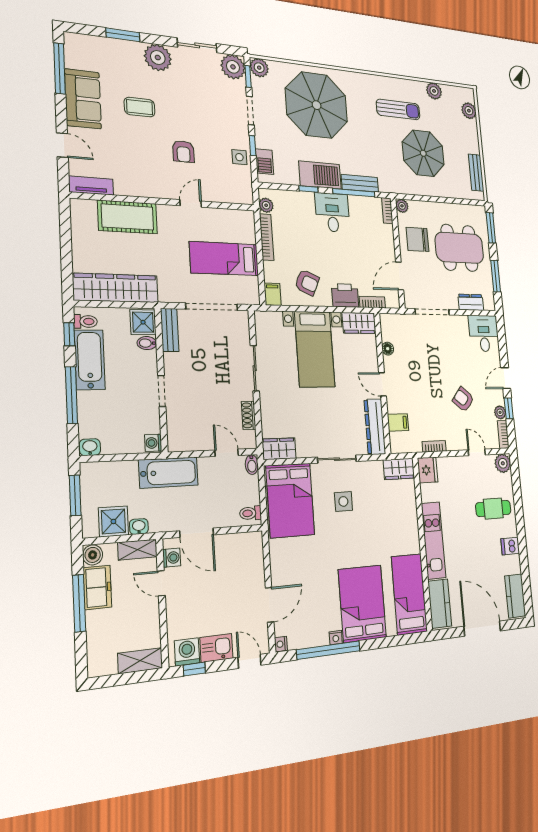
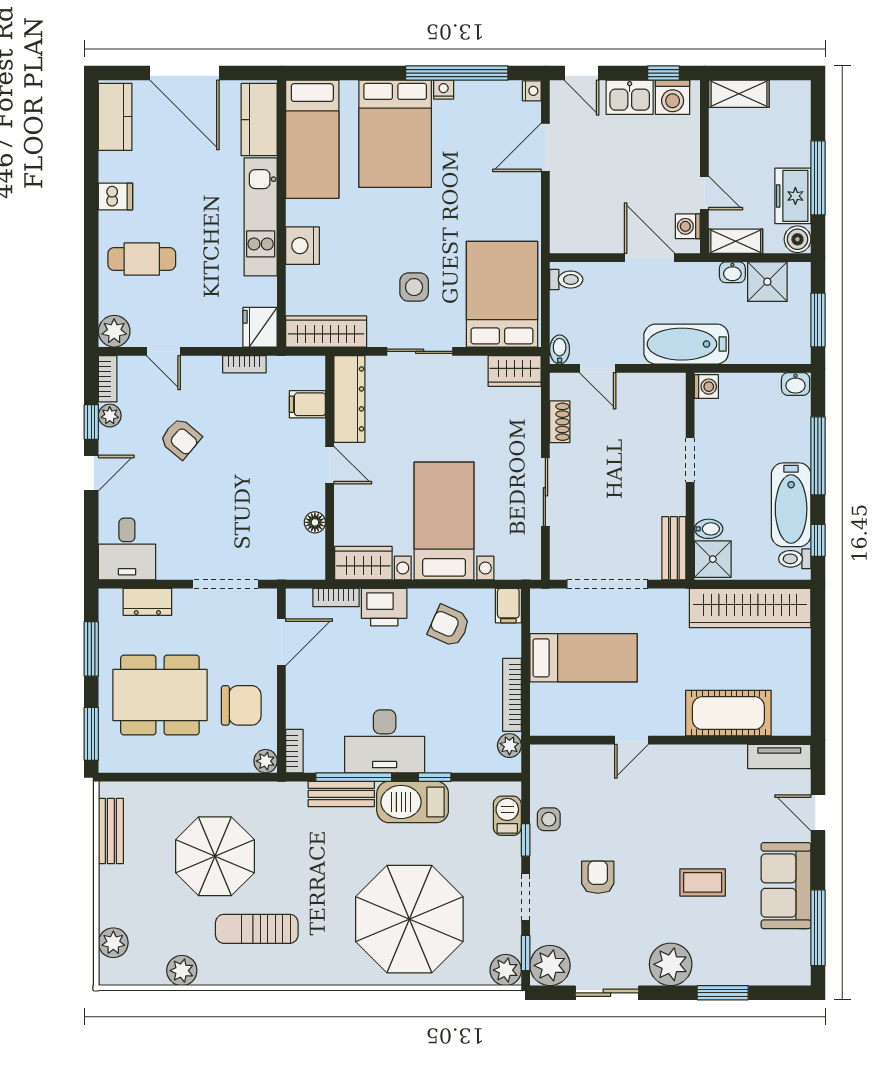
armchair: (183, 152) -> (598, 877), moved
desk: (332, 213) -> (385, 741), width x1.37
wardrobe: (399, 469) -> (326, 331), width x1.50
nightstand: (409, 524) -> (303, 246), added

